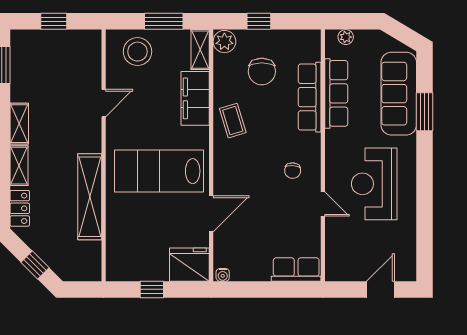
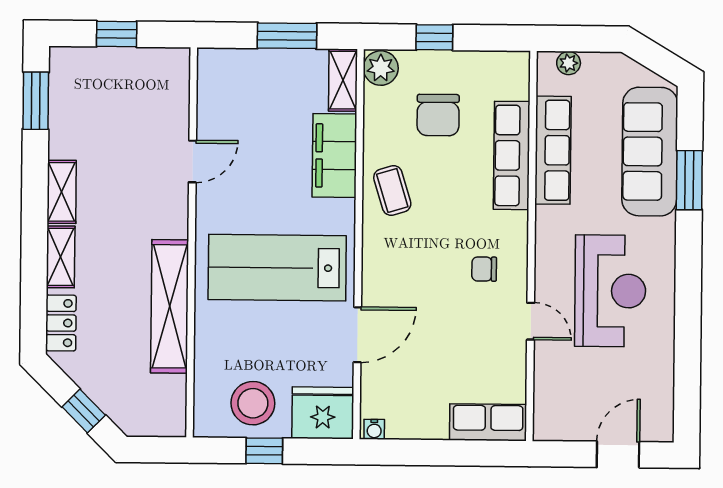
stool: (137, 52) -> (253, 403), moved
chair: (293, 171) -> (484, 269), turned 86
reception desk: (374, 184) -> (610, 291), turned 180

